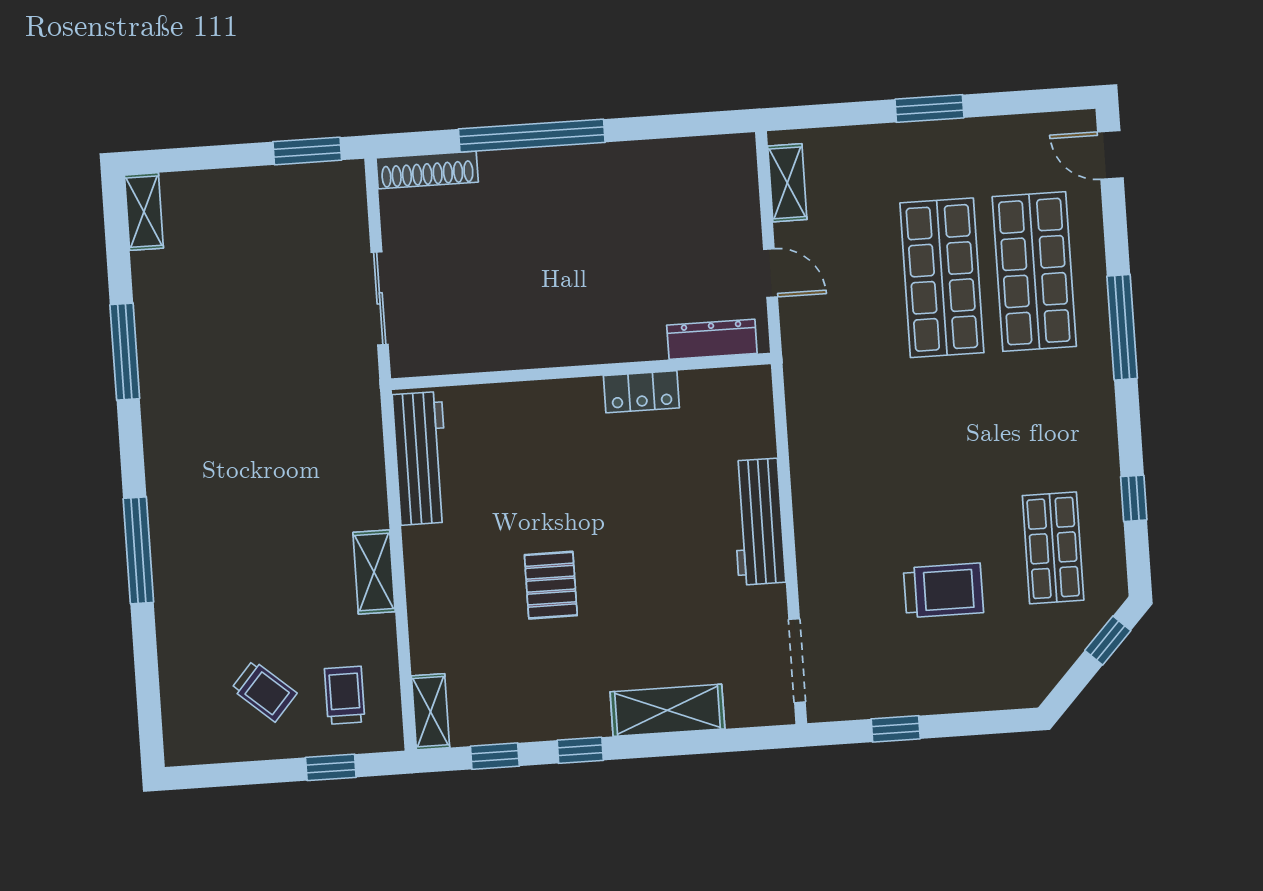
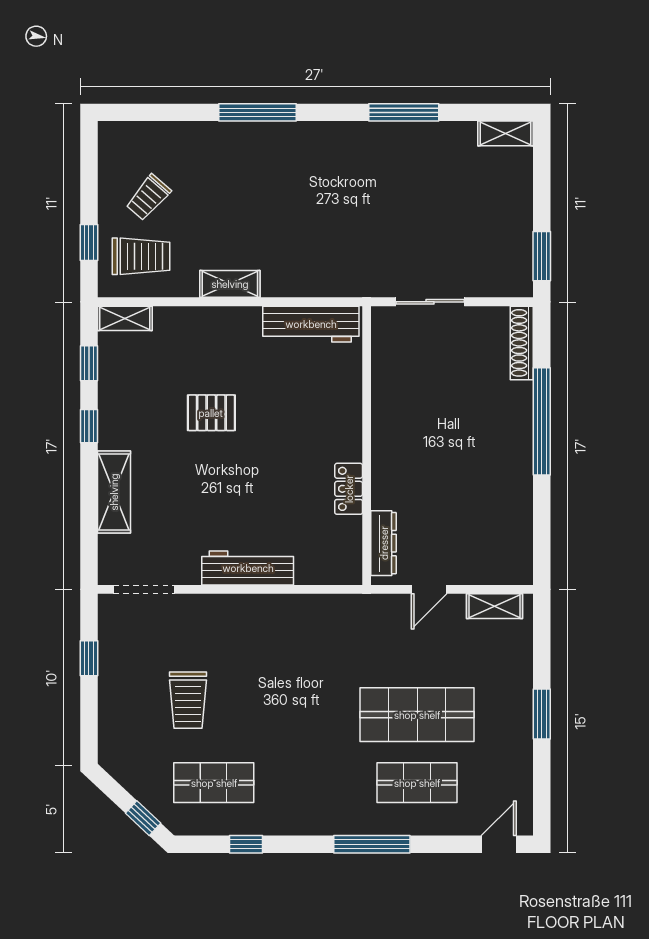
shop shelf: (1034, 272) -> (417, 783), width x0.70, depth x0.74
trolley: (345, 695) -> (141, 256), width x1.36, depth x1.39

